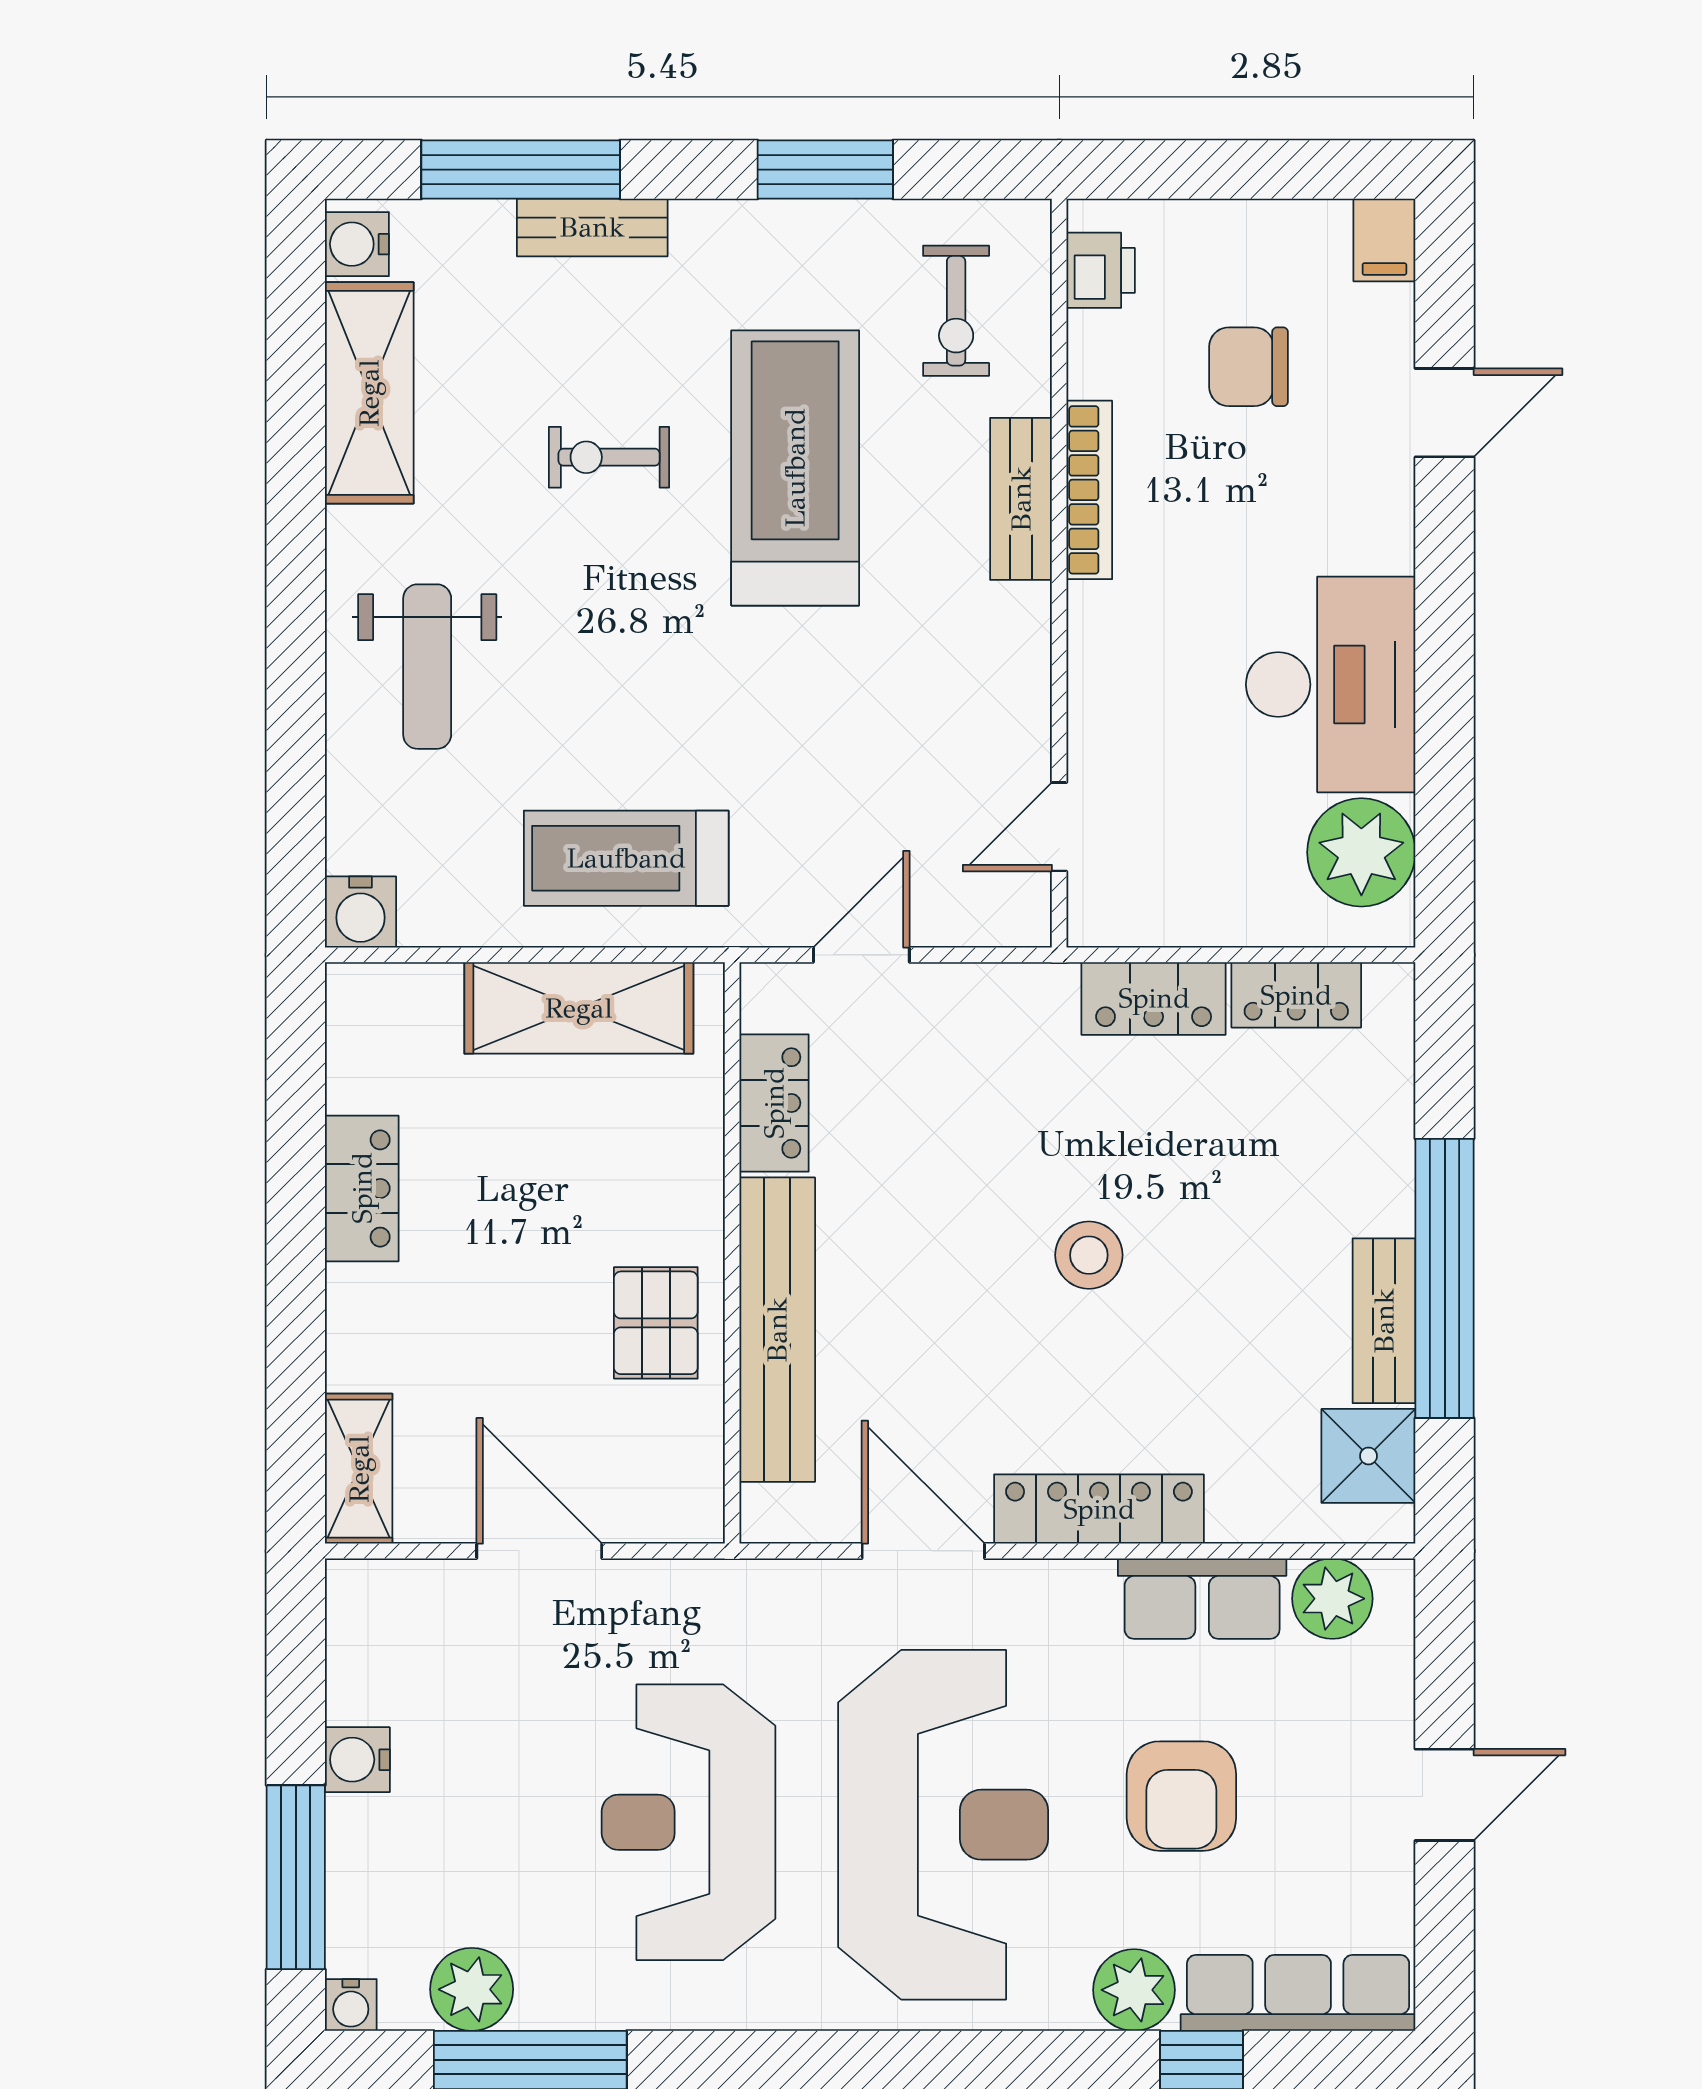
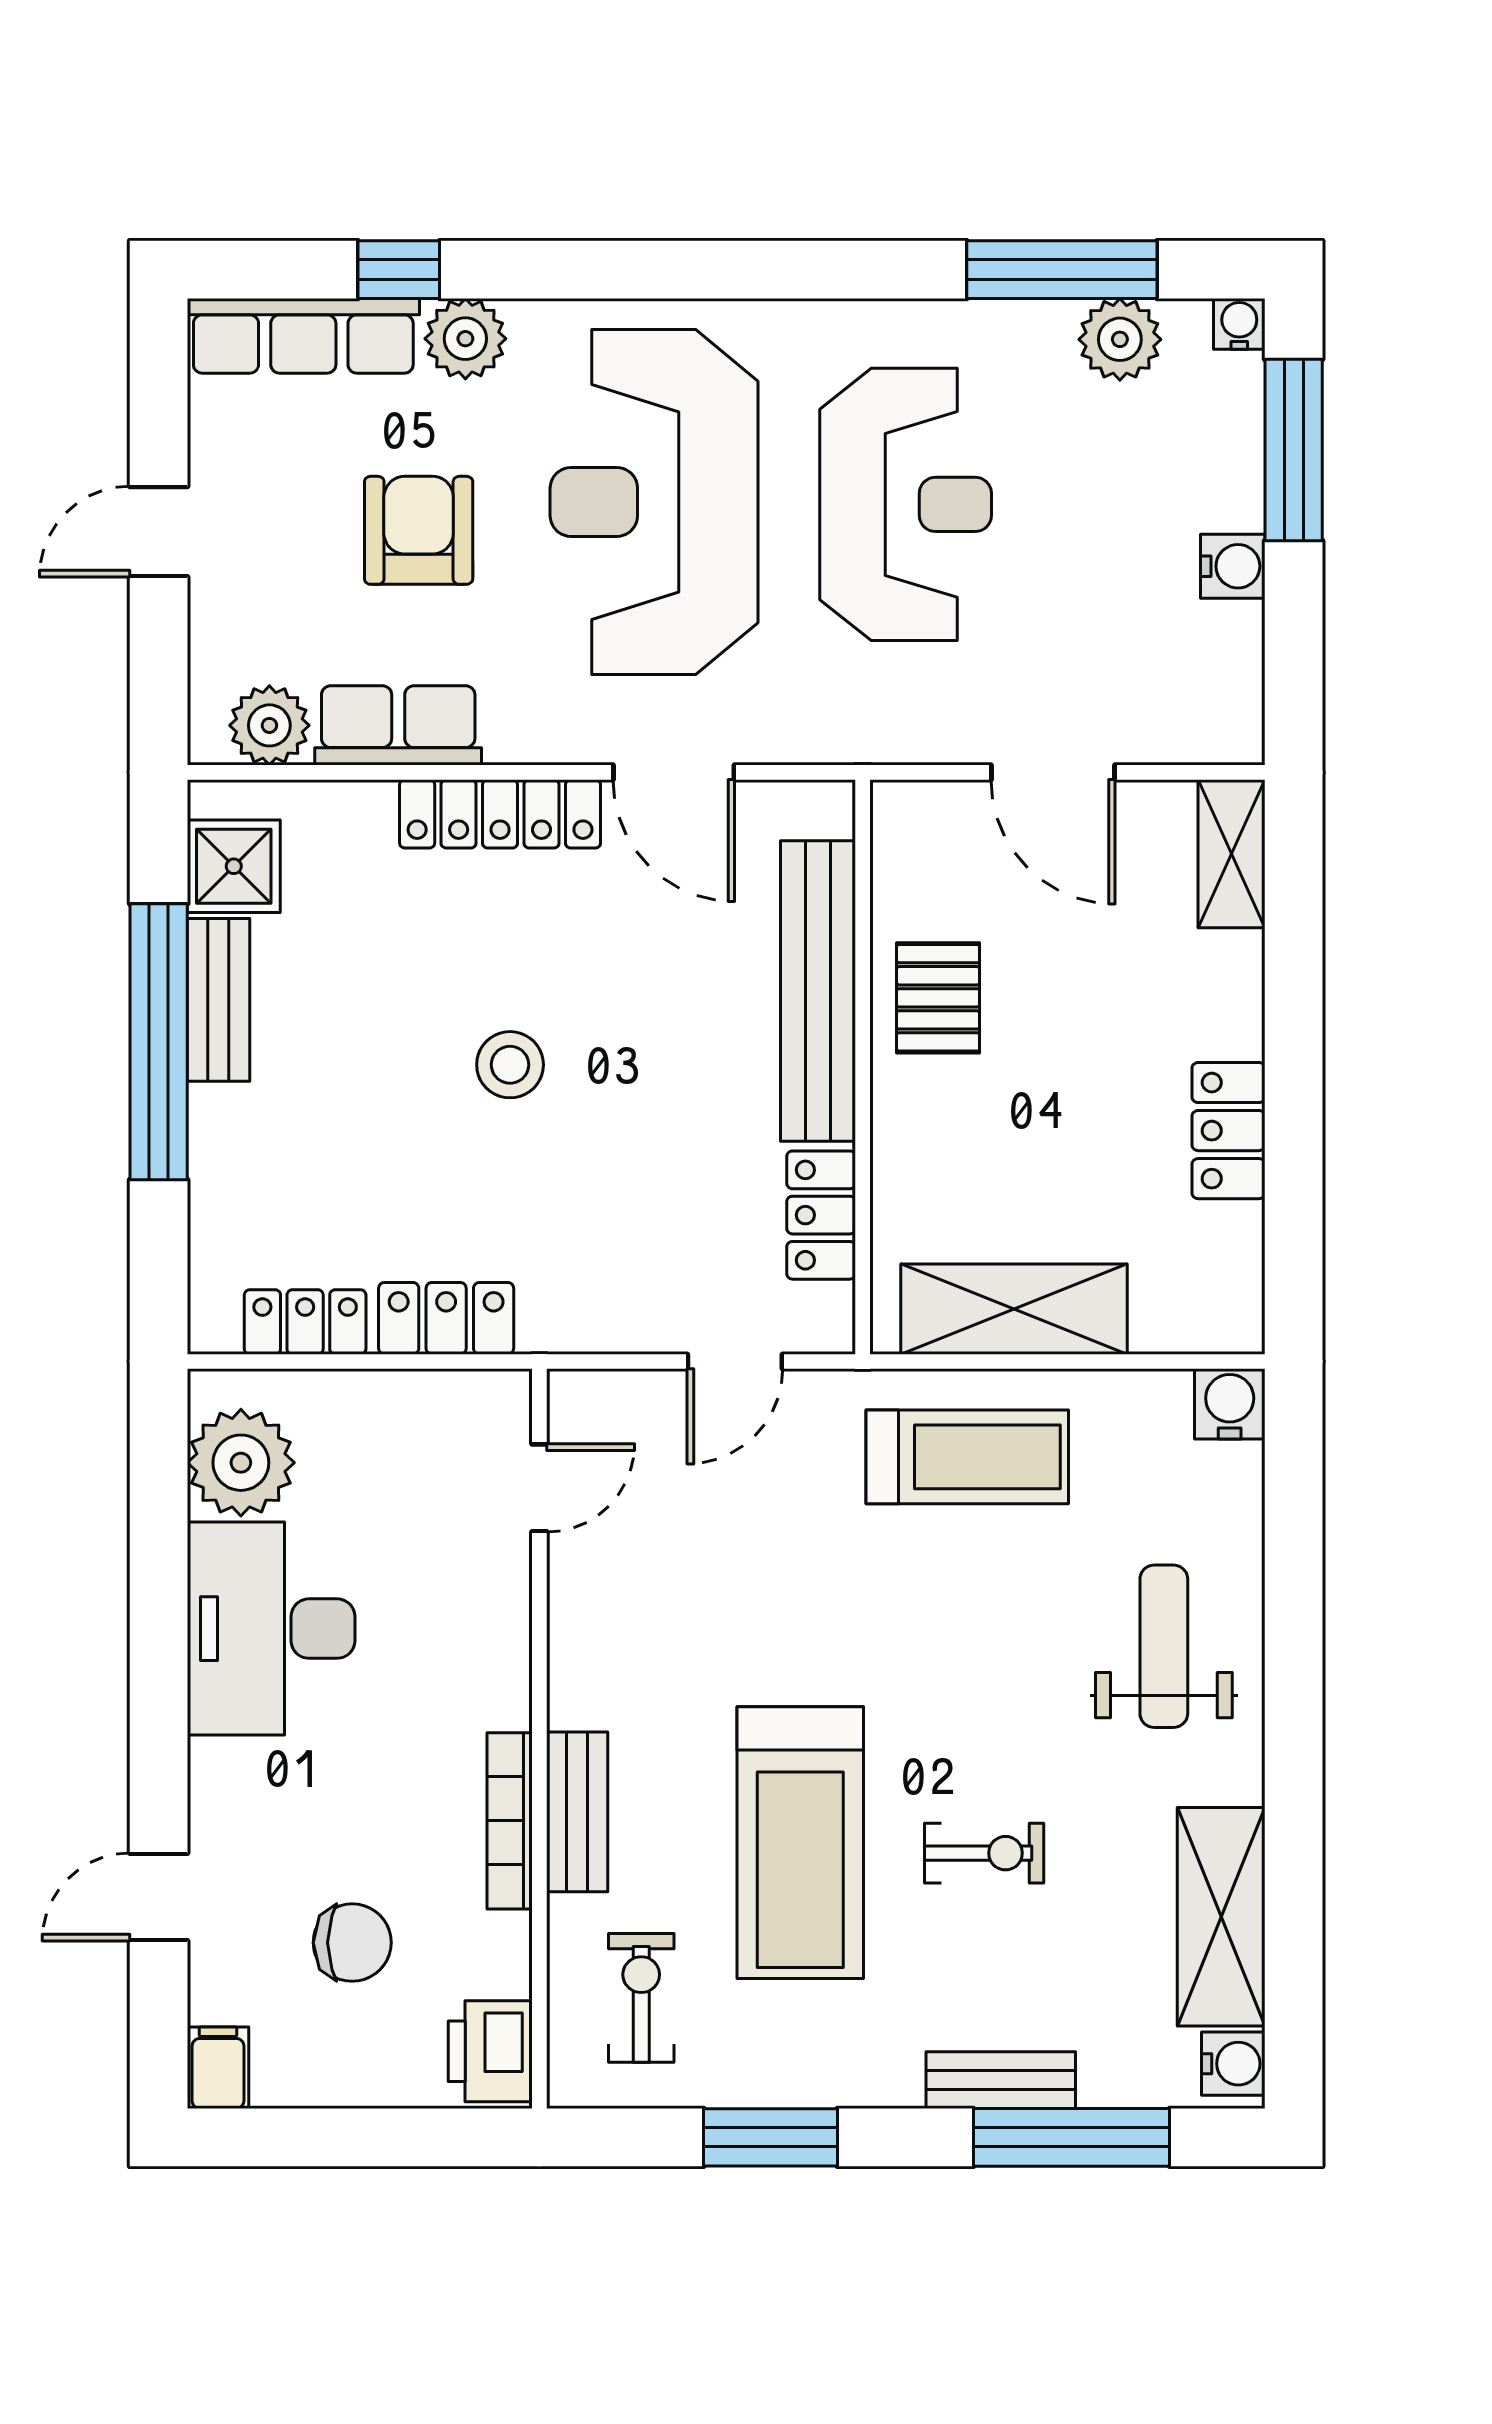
printer: (1101, 270) -> (490, 2051), width x1.36, depth x1.24

